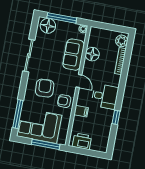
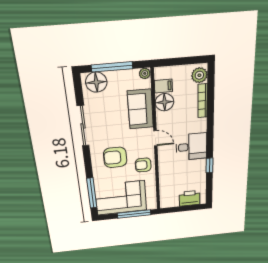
armchair: (45, 88) -> (115, 157), turned -87
filing cabinet: (81, 111) -> (163, 86), moved
printer: (82, 141) -> (190, 198), moved

